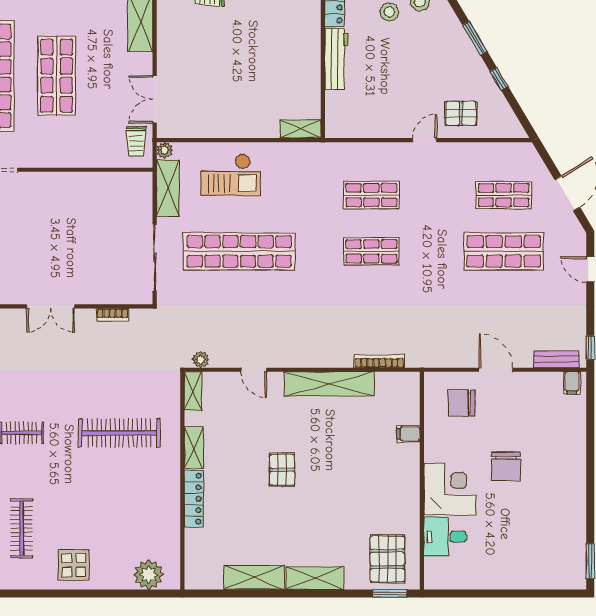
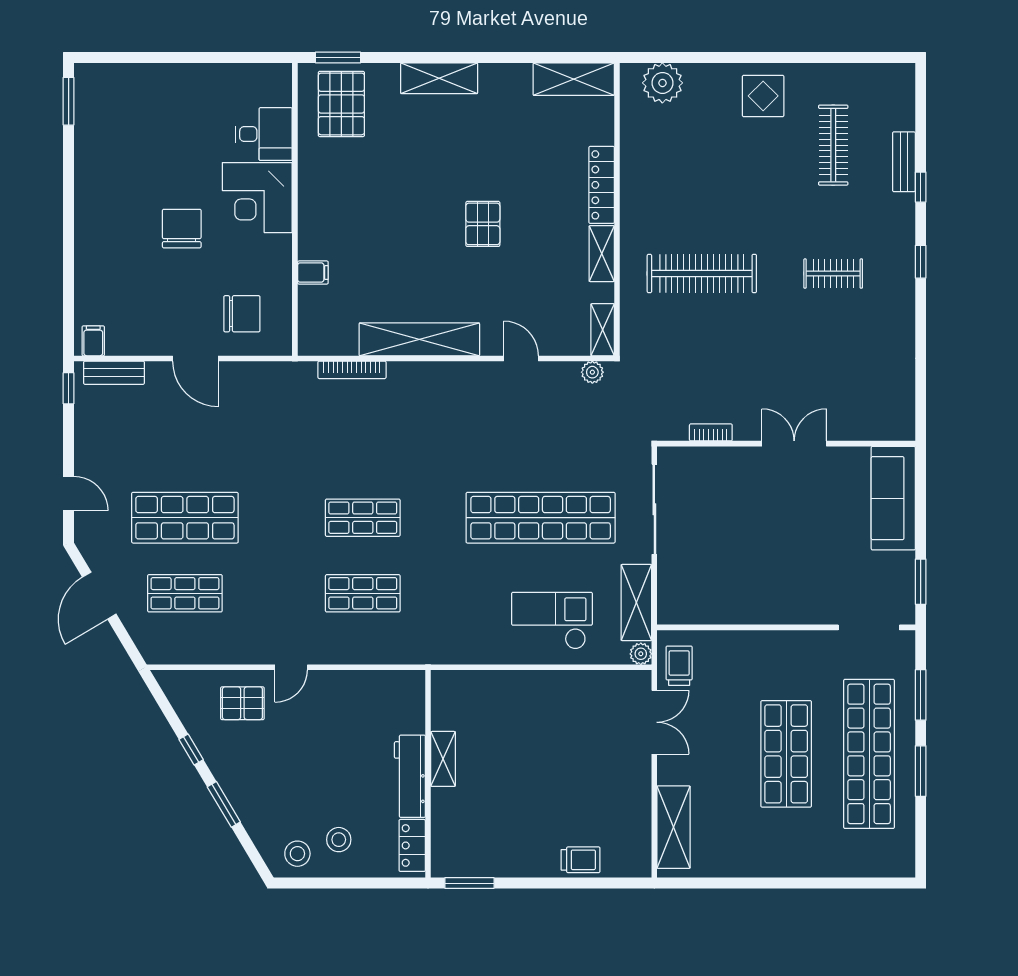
shelving: (301, 129) -> (443, 759), moved, turned 90
shelving: (254, 577) -> (574, 79), moved

